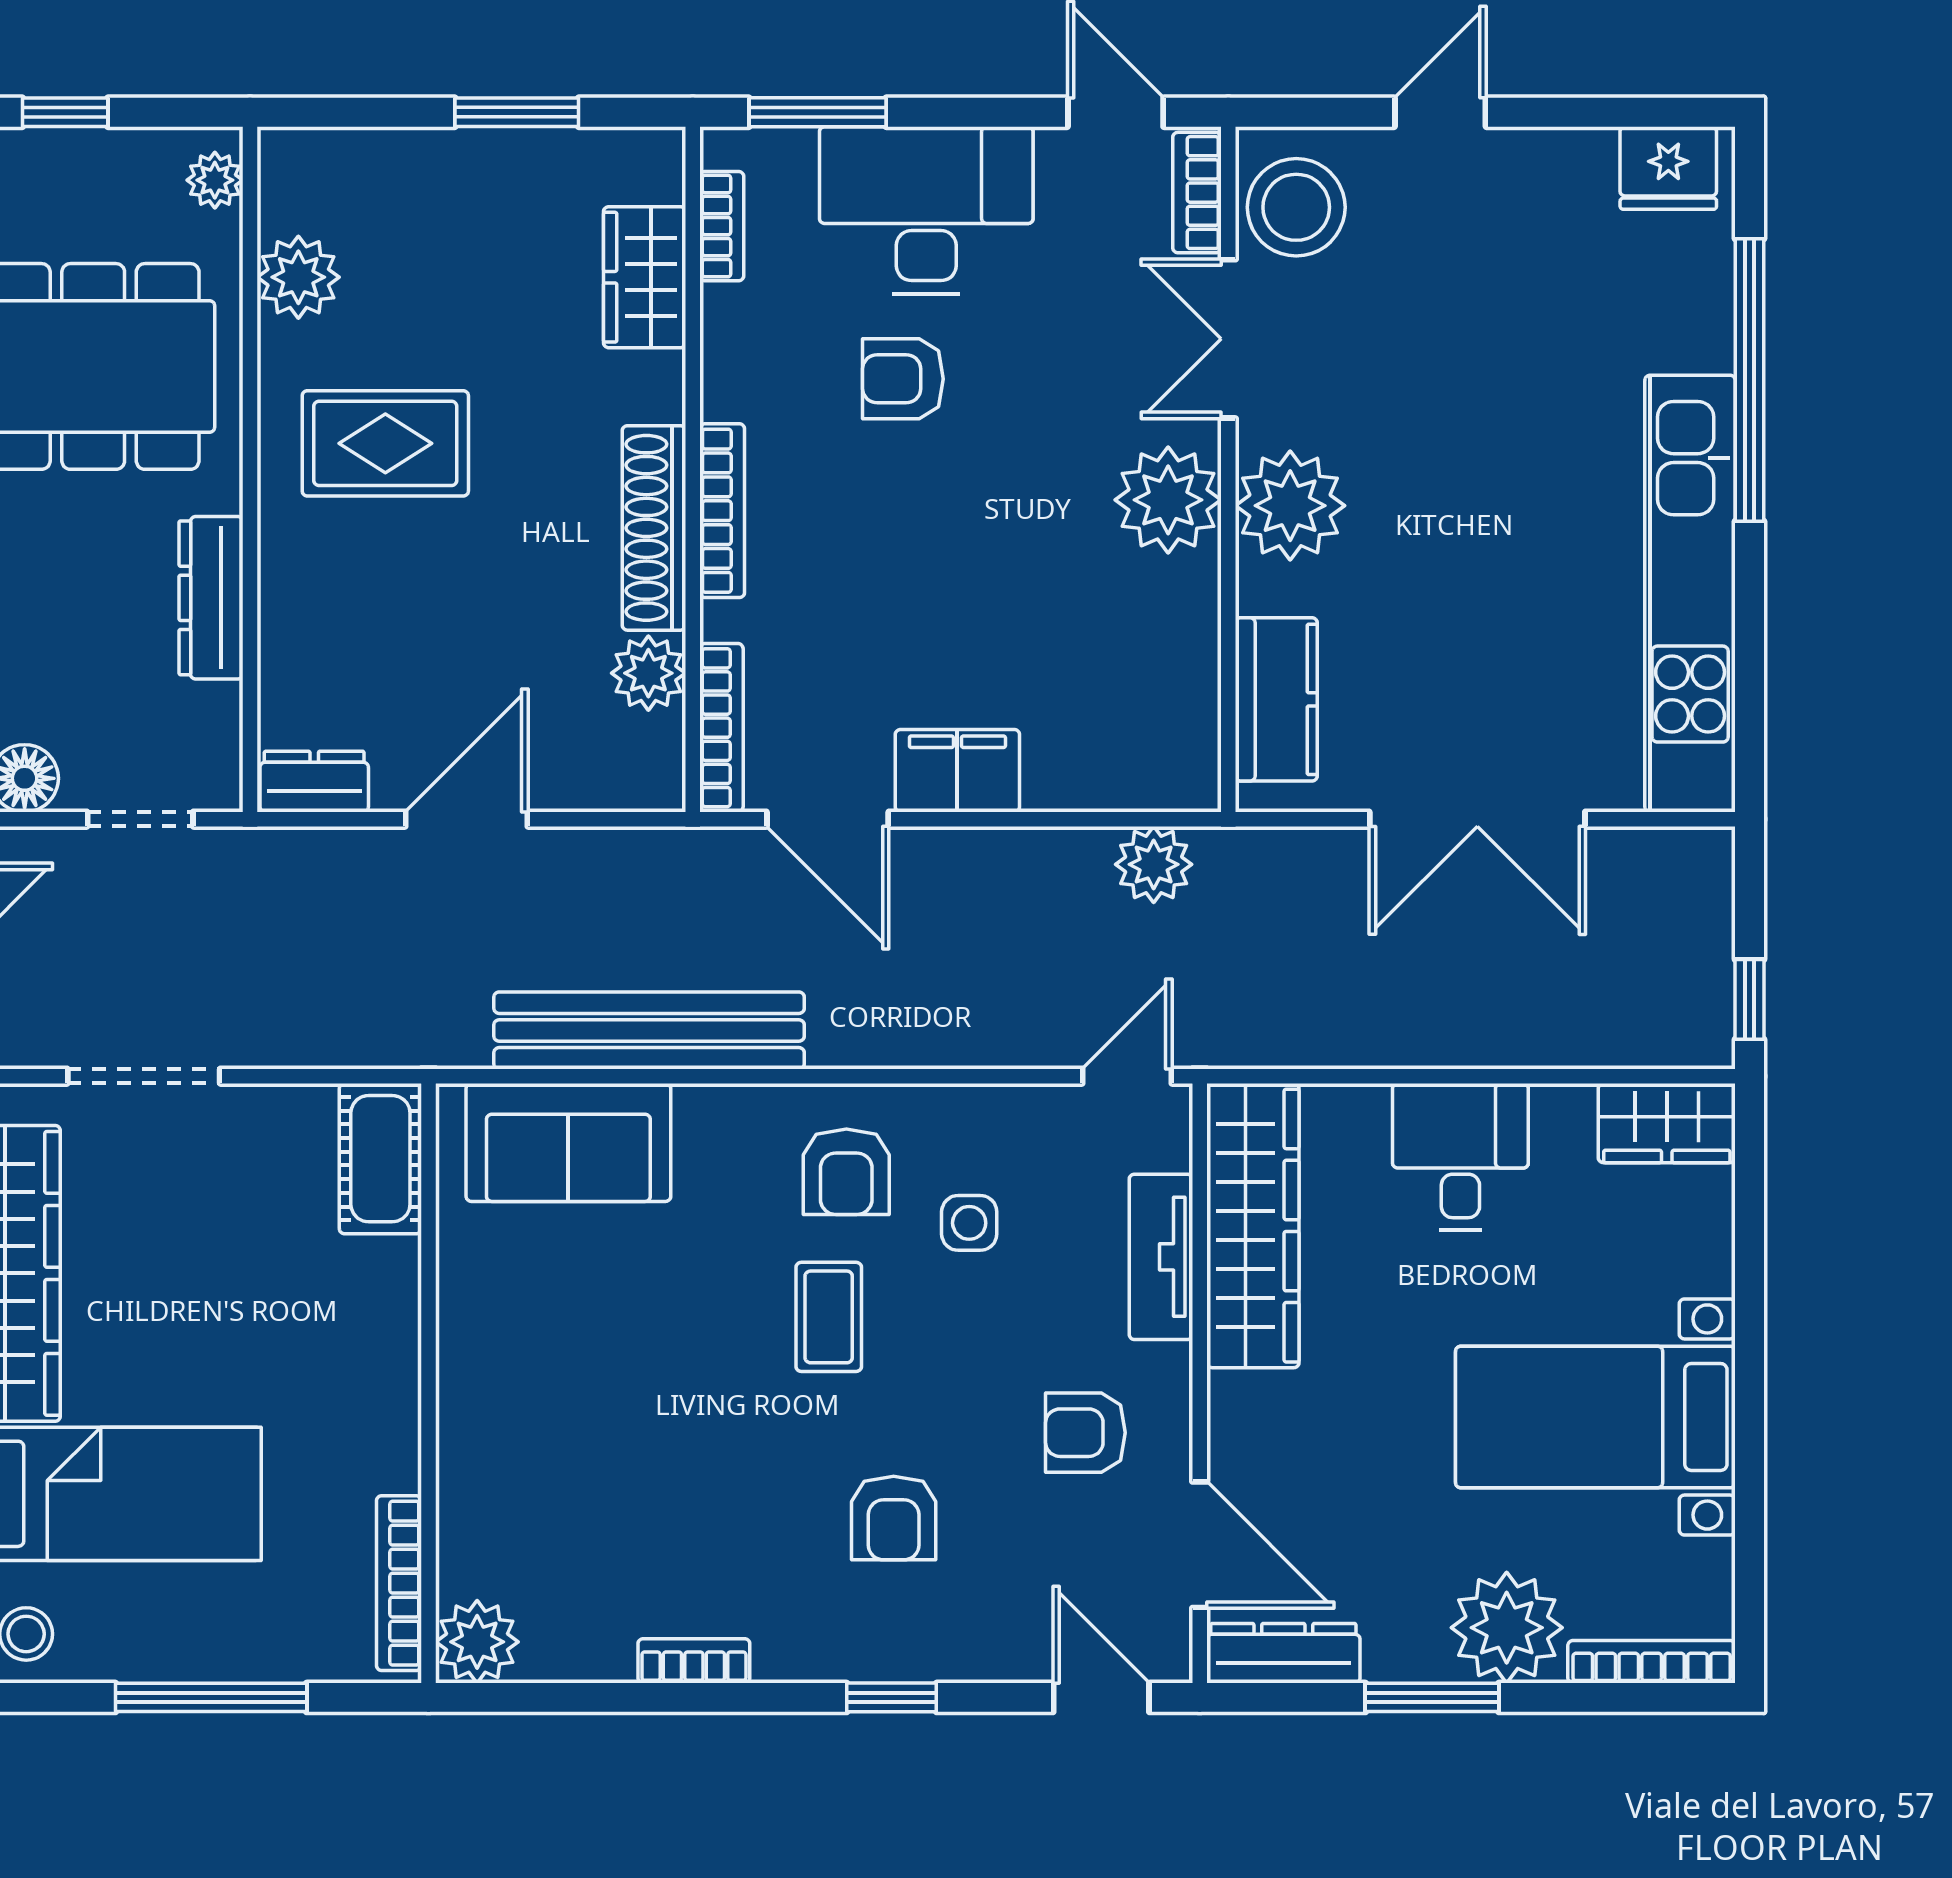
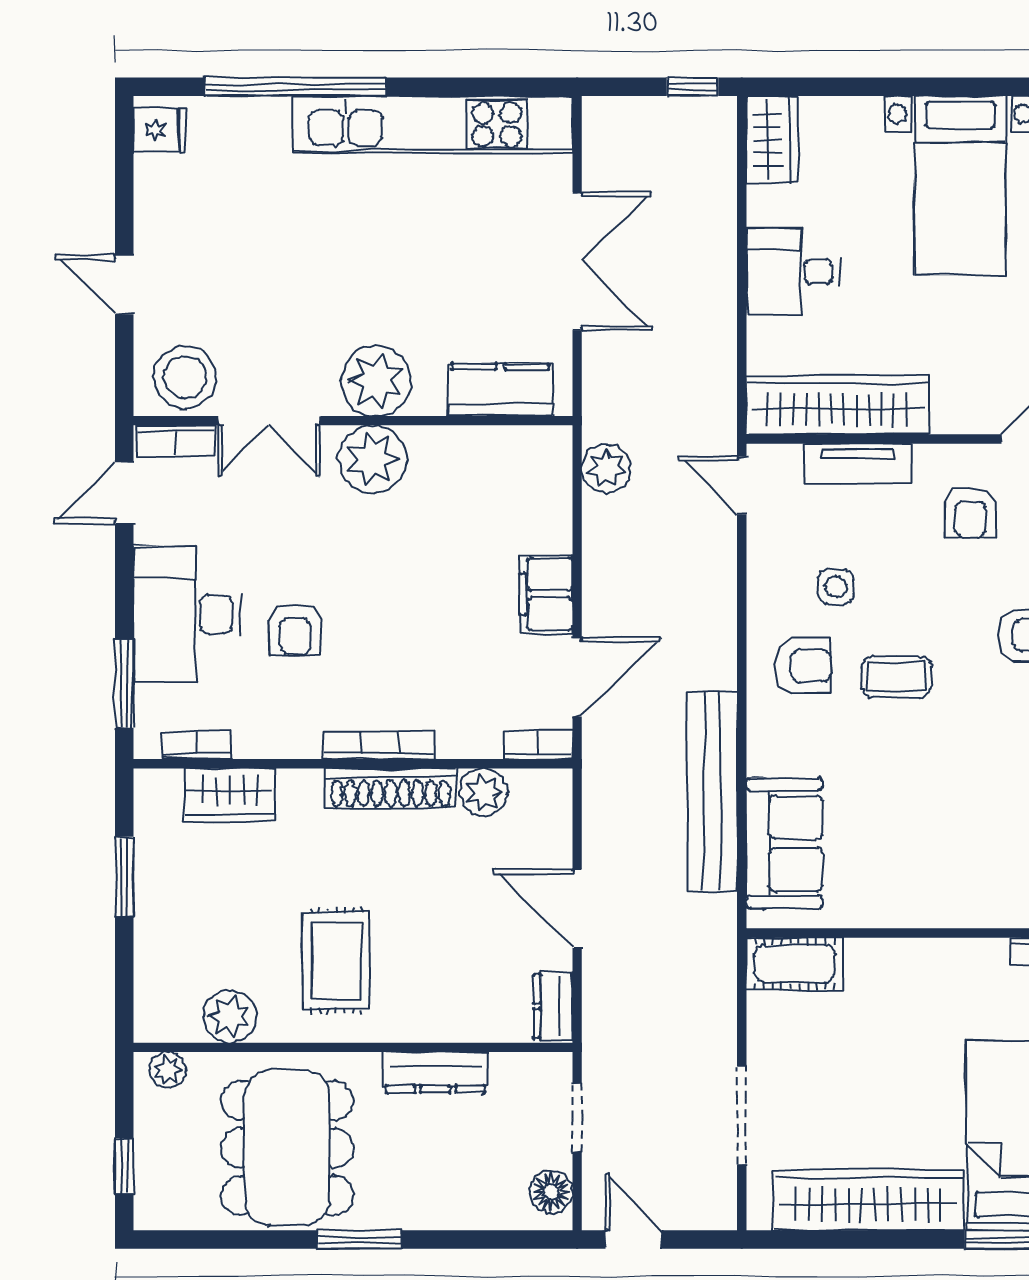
fridge: (1668, 168) -> (160, 130), width x0.72
bookcase: (721, 728) -> (538, 745), width x0.64

